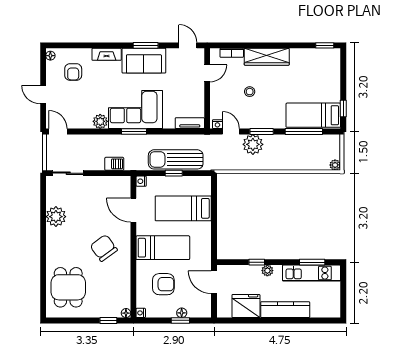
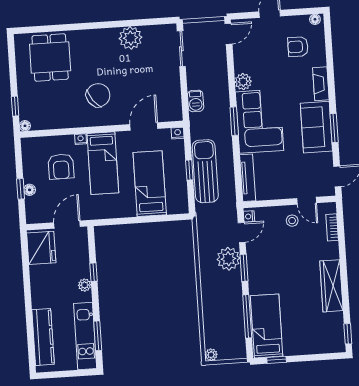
wardrobe: (267, 57) -> (331, 286), moved
stool: (250, 92) -> (292, 221), moved
tv unit: (190, 123) -> (248, 178), width x1.41
dining table: (68, 287) -> (50, 57), turned 90
fridge: (246, 306) -> (41, 248), moved
kitchen counter: (285, 310) -> (43, 337), moved
nightstand: (141, 313) -> (81, 139), moved

